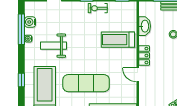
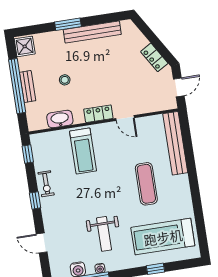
door: (138, 75) -> (125, 118), hinge flipped
exercise mat: (86, 83) -> (146, 184), width x0.73, depth x0.69

